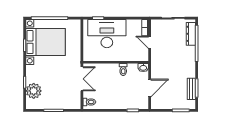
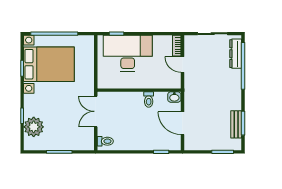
double door: (82, 79) -> (96, 111), swing flipped
door: (150, 88) -> (182, 123), swing flipped

